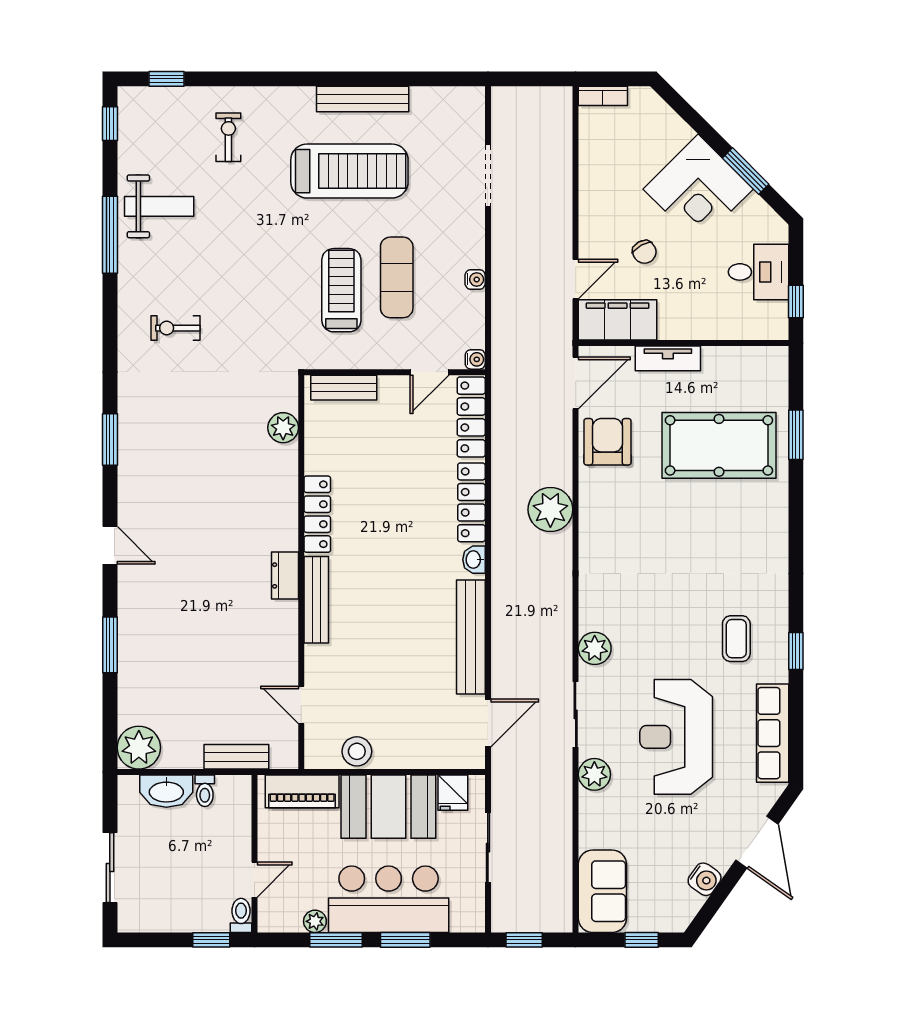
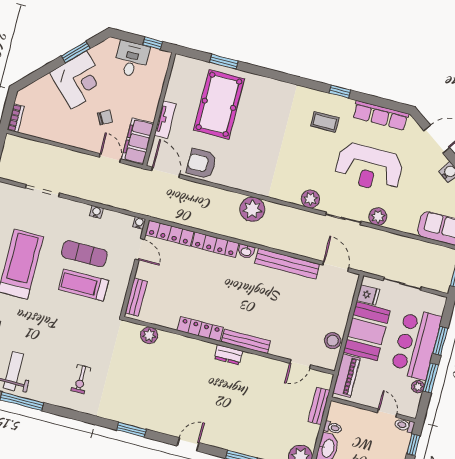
plant: (550, 510) -> (252, 209), moved

